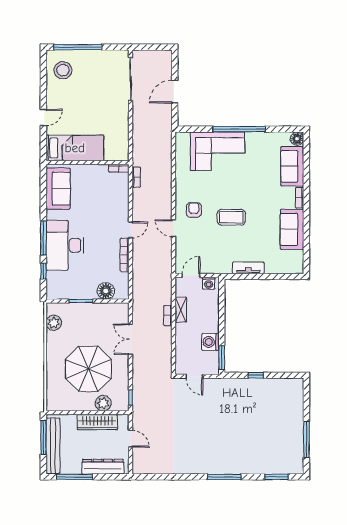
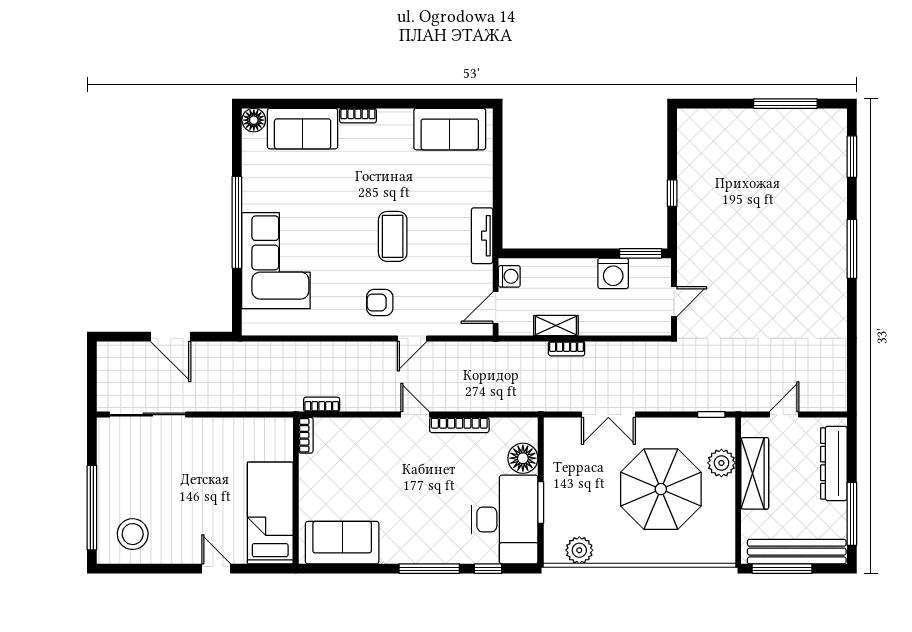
sofa: (292, 229) -> (450, 129), moved
desk: (65, 245) -> (505, 520), moved, turned -90
tv unit: (248, 268) -> (482, 236), moved
door: (191, 275) -> (496, 308), hinge flipped

